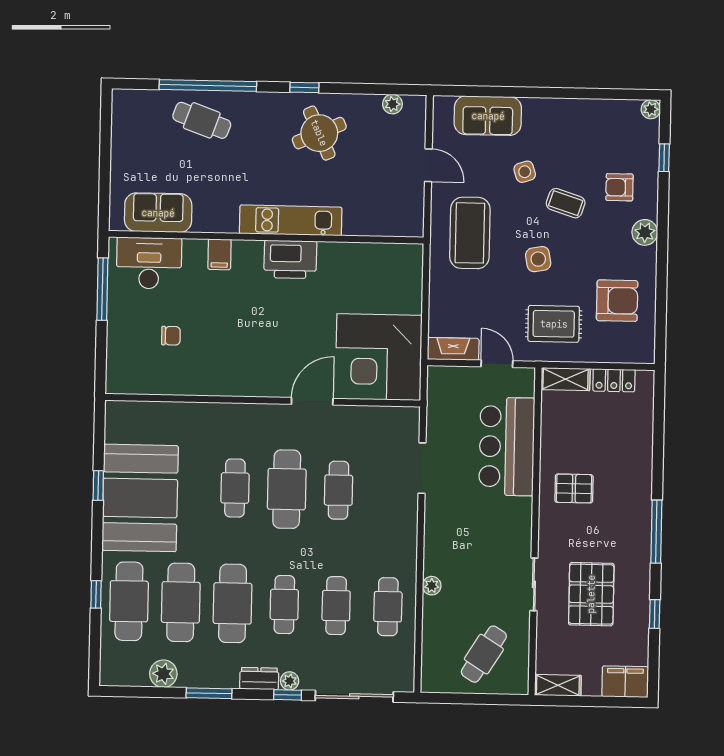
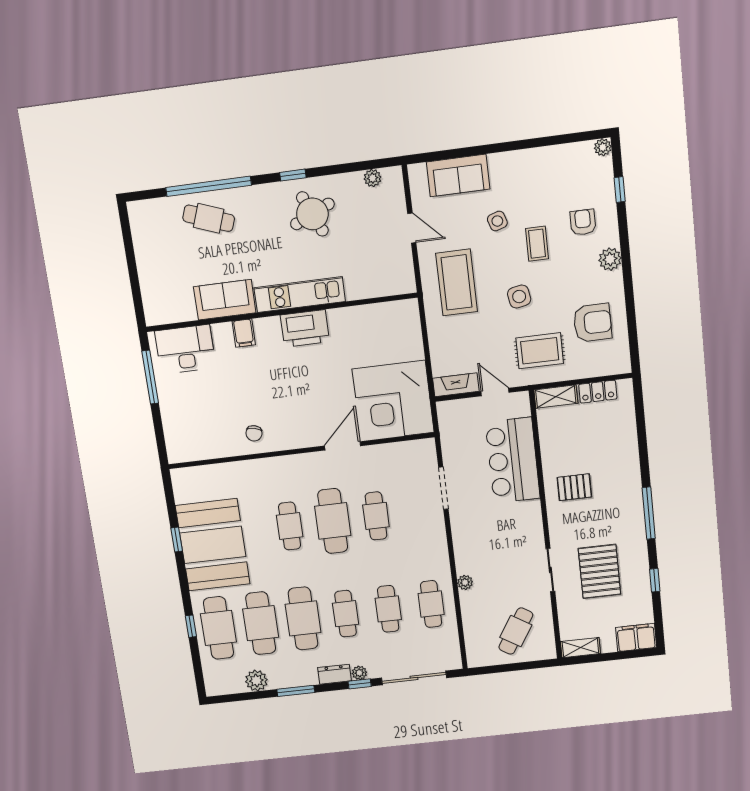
armchair: (619, 187) -> (583, 222), turned 90
coffee table: (566, 203) -> (537, 244), turned 72
sofa: (158, 213) -> (225, 300), moved
chair: (171, 336) -> (254, 433), moved, turned 103

